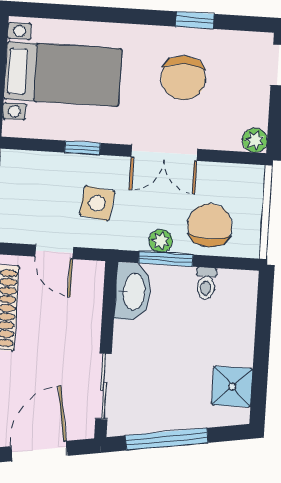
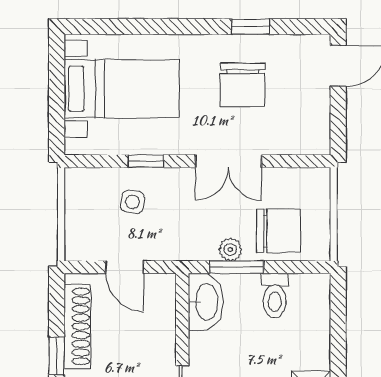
plant: (255, 140) -> (318, 143), removed
side table: (97, 203) -> (132, 202), moved, width x0.73, depth x0.73
chair: (210, 225) -> (278, 231), turned 90
toilet: (206, 283) -> (275, 295), width x1.37, depth x1.39

